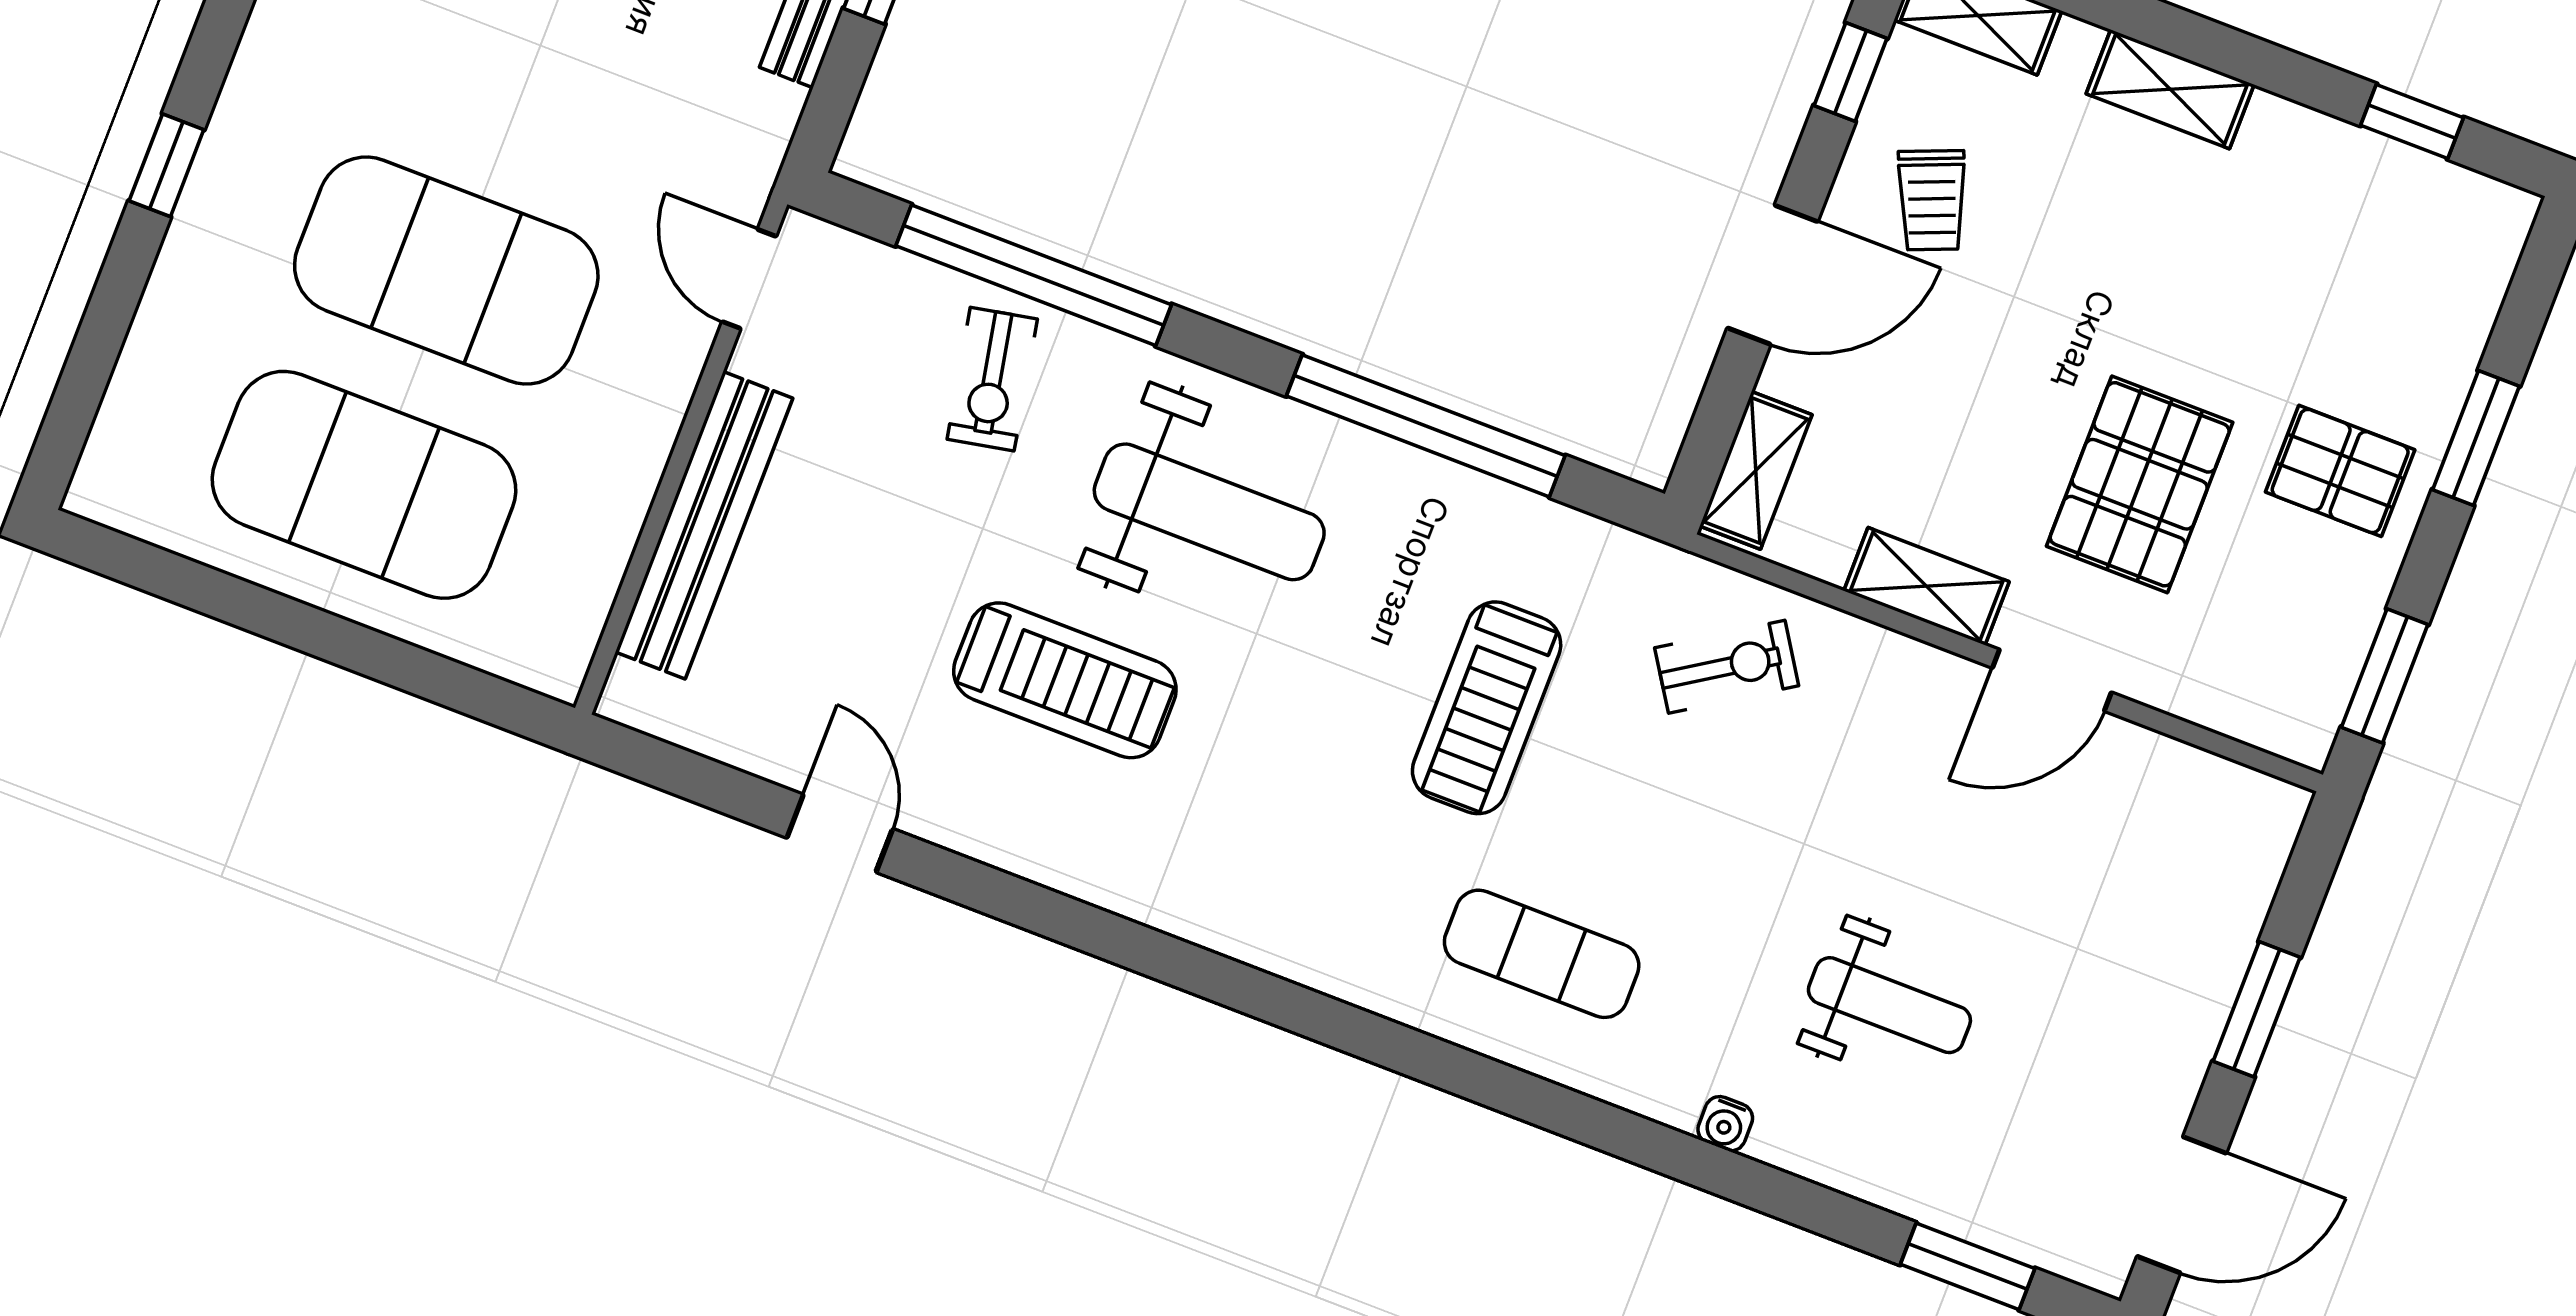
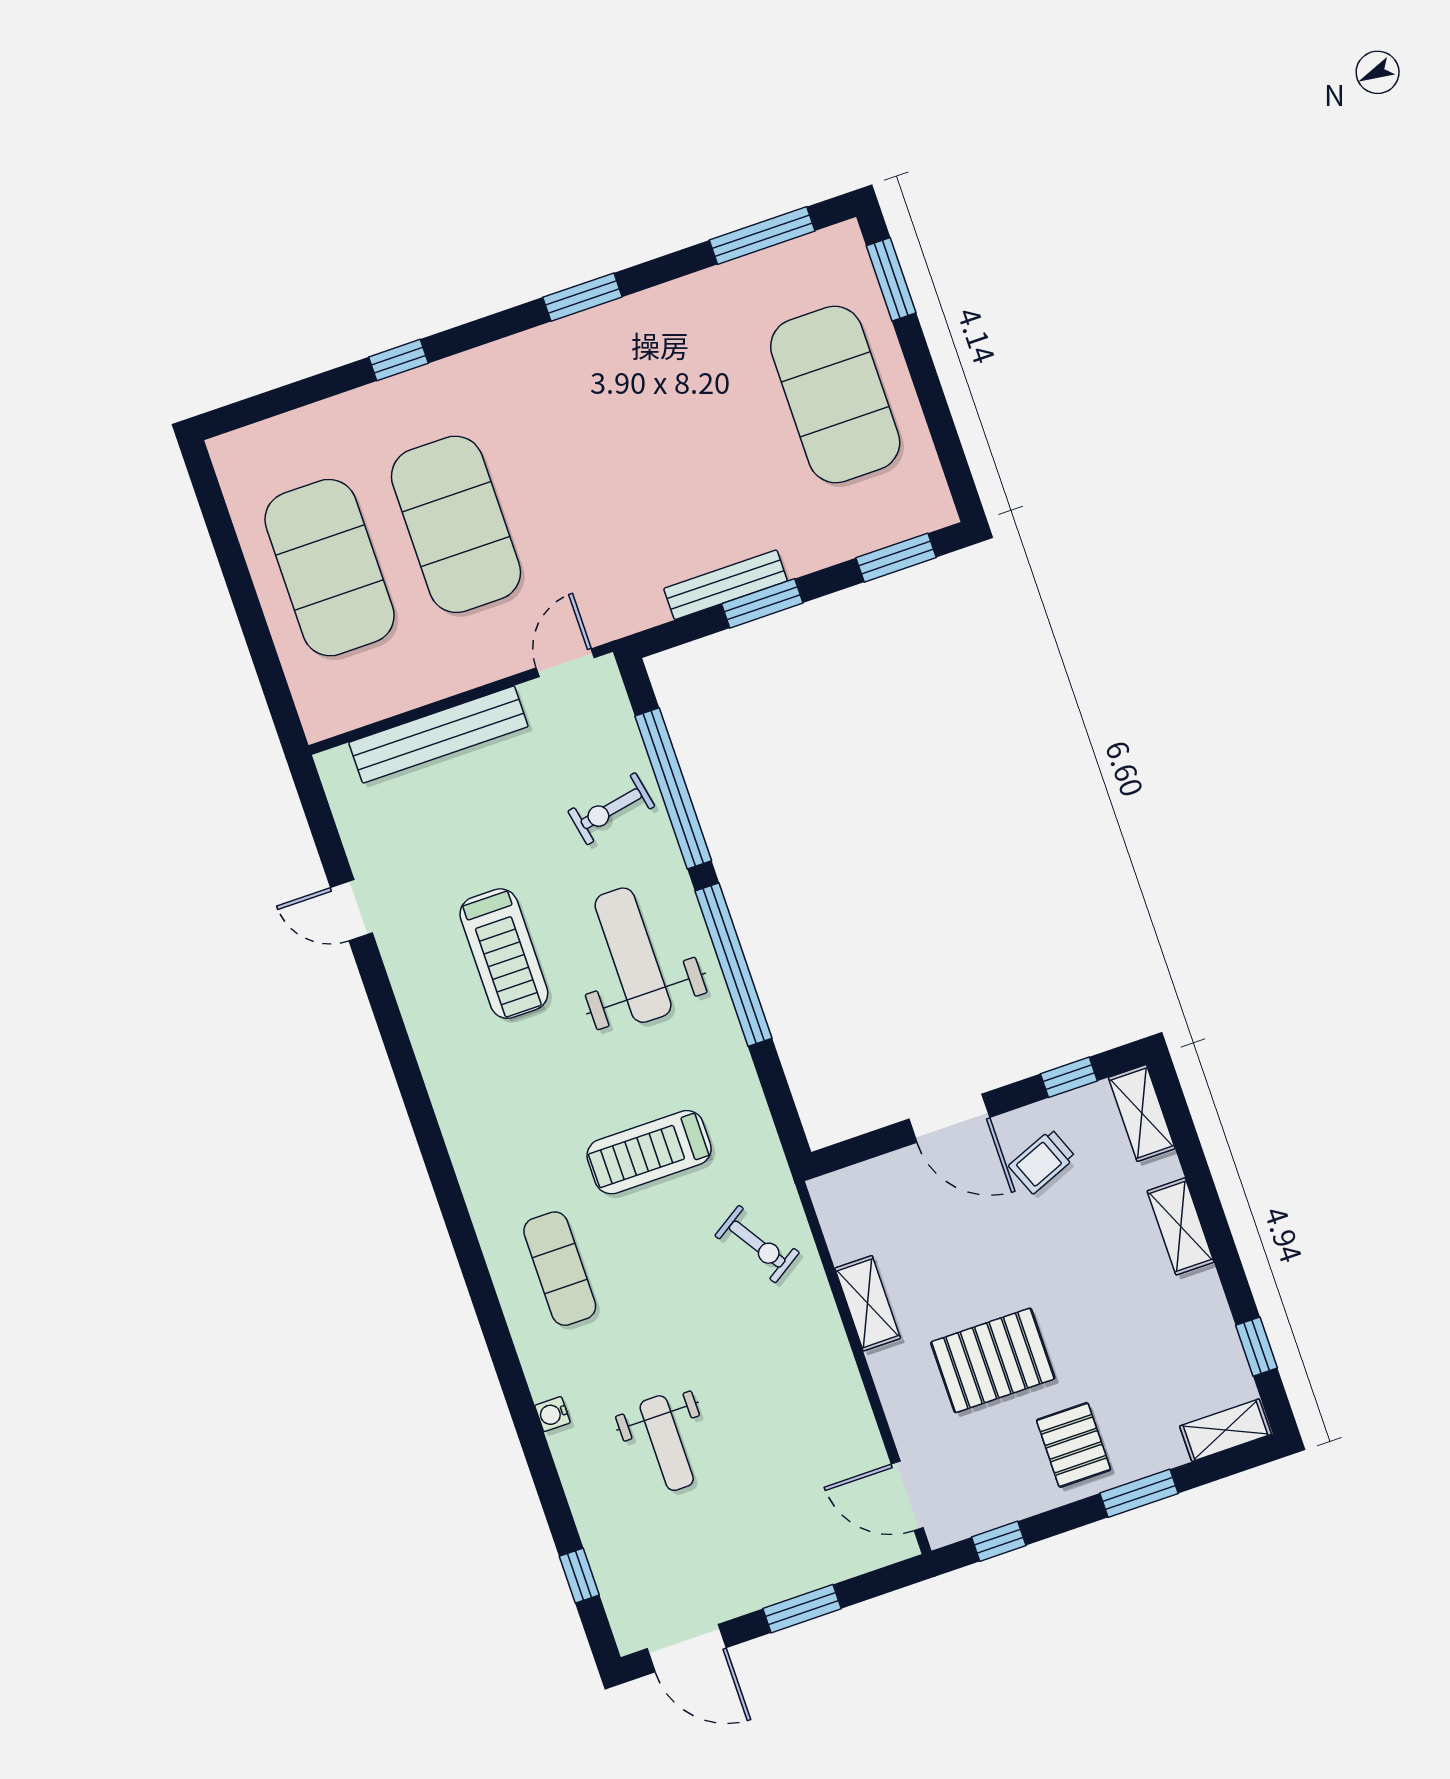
window: (1426, 426) -> (733, 965), moved
shelving: (1756, 470) -> (1225, 1430), moved
weight bench: (1209, 512) -> (633, 955), turned 180
window: (2385, 676) -> (999, 1541), width x0.67
door: (2052, 680) -> (907, 1496), moved
door: (840, 833) -> (352, 910), swing flipped
window: (1968, 1266) -> (579, 1576), width x0.67

